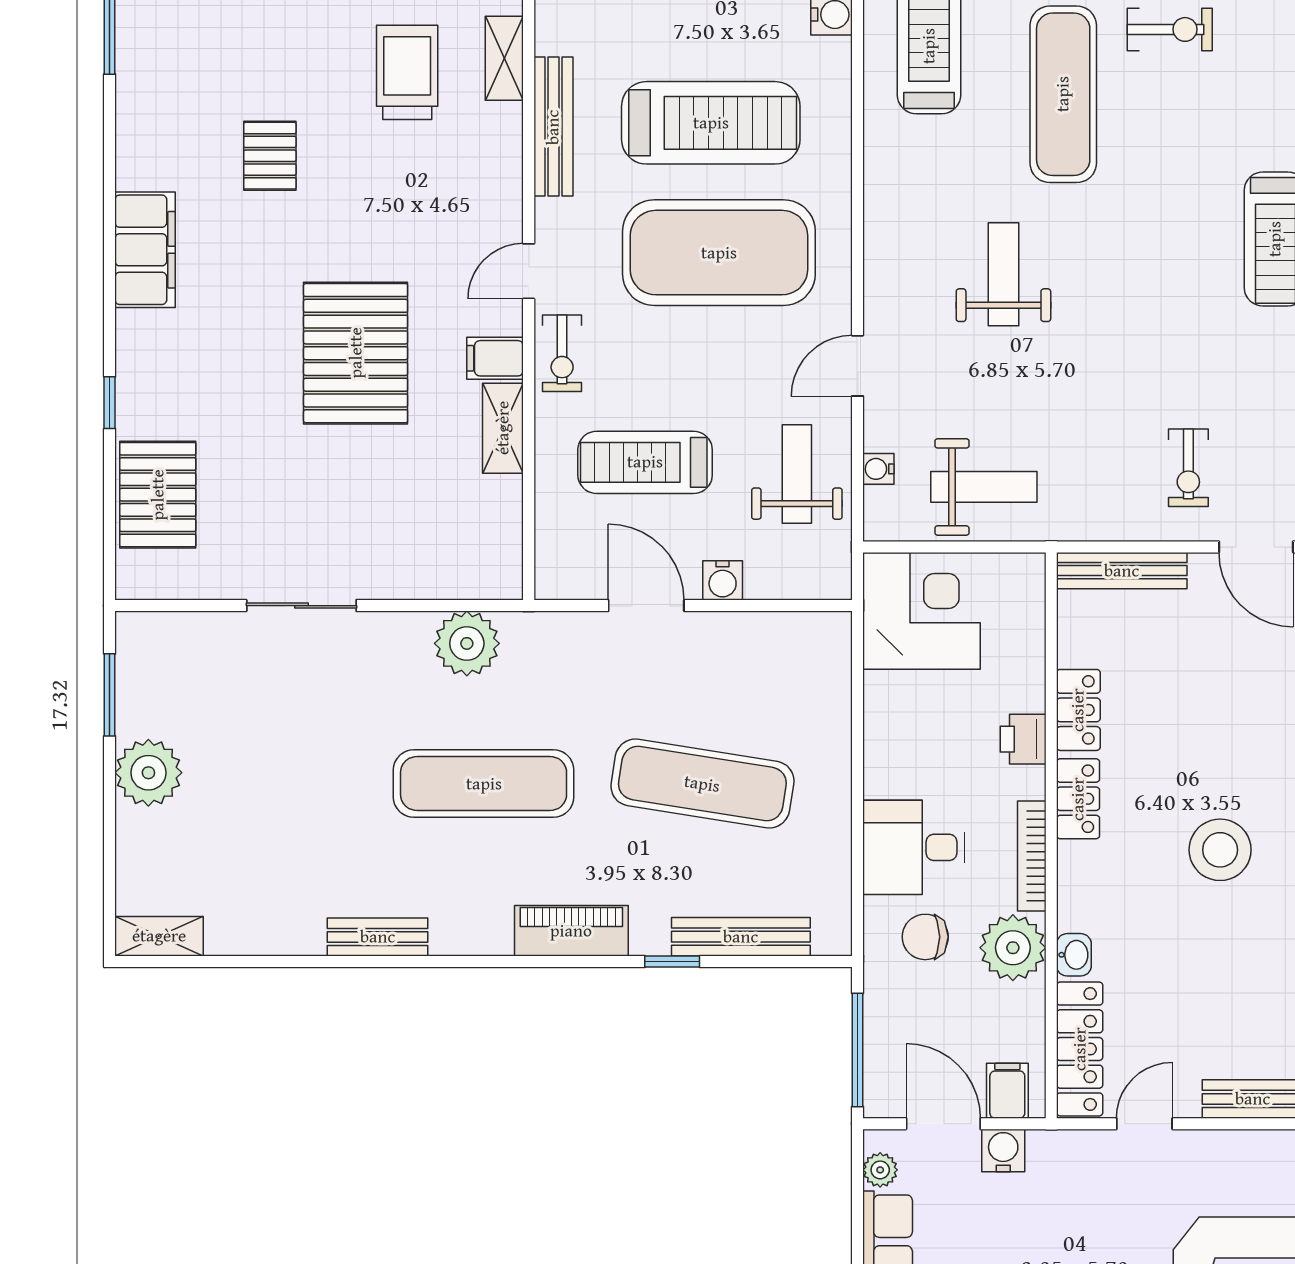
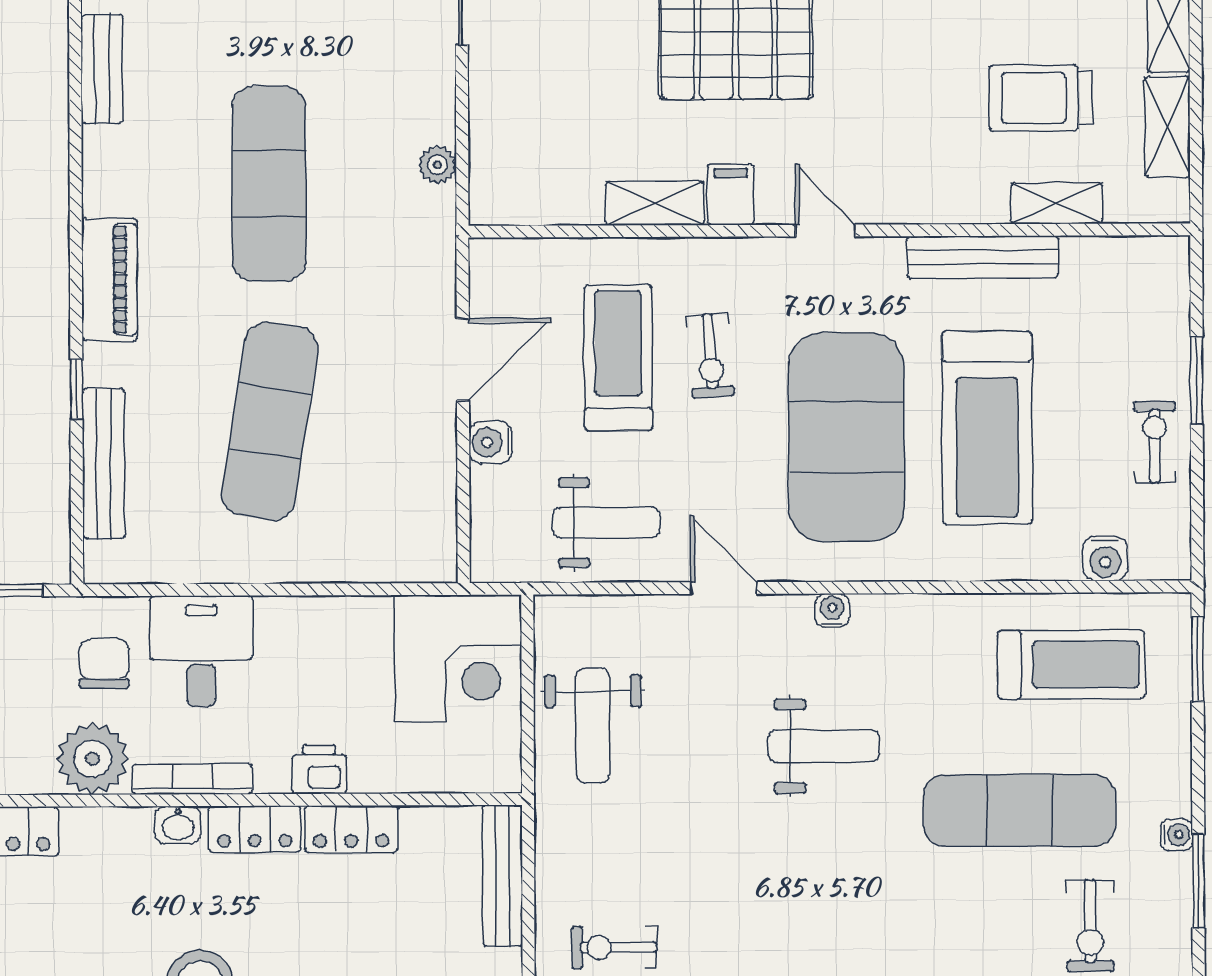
trolley: (407, 72) -> (1041, 98), turned 180
exercise bike: (562, 353) -> (710, 355), moved, turned -94
water cooler: (878, 469) -> (832, 610), moved
plant: (467, 643) -> (437, 165), width x0.53, depth x0.53
washbasin: (1074, 955) -> (178, 825), moved

